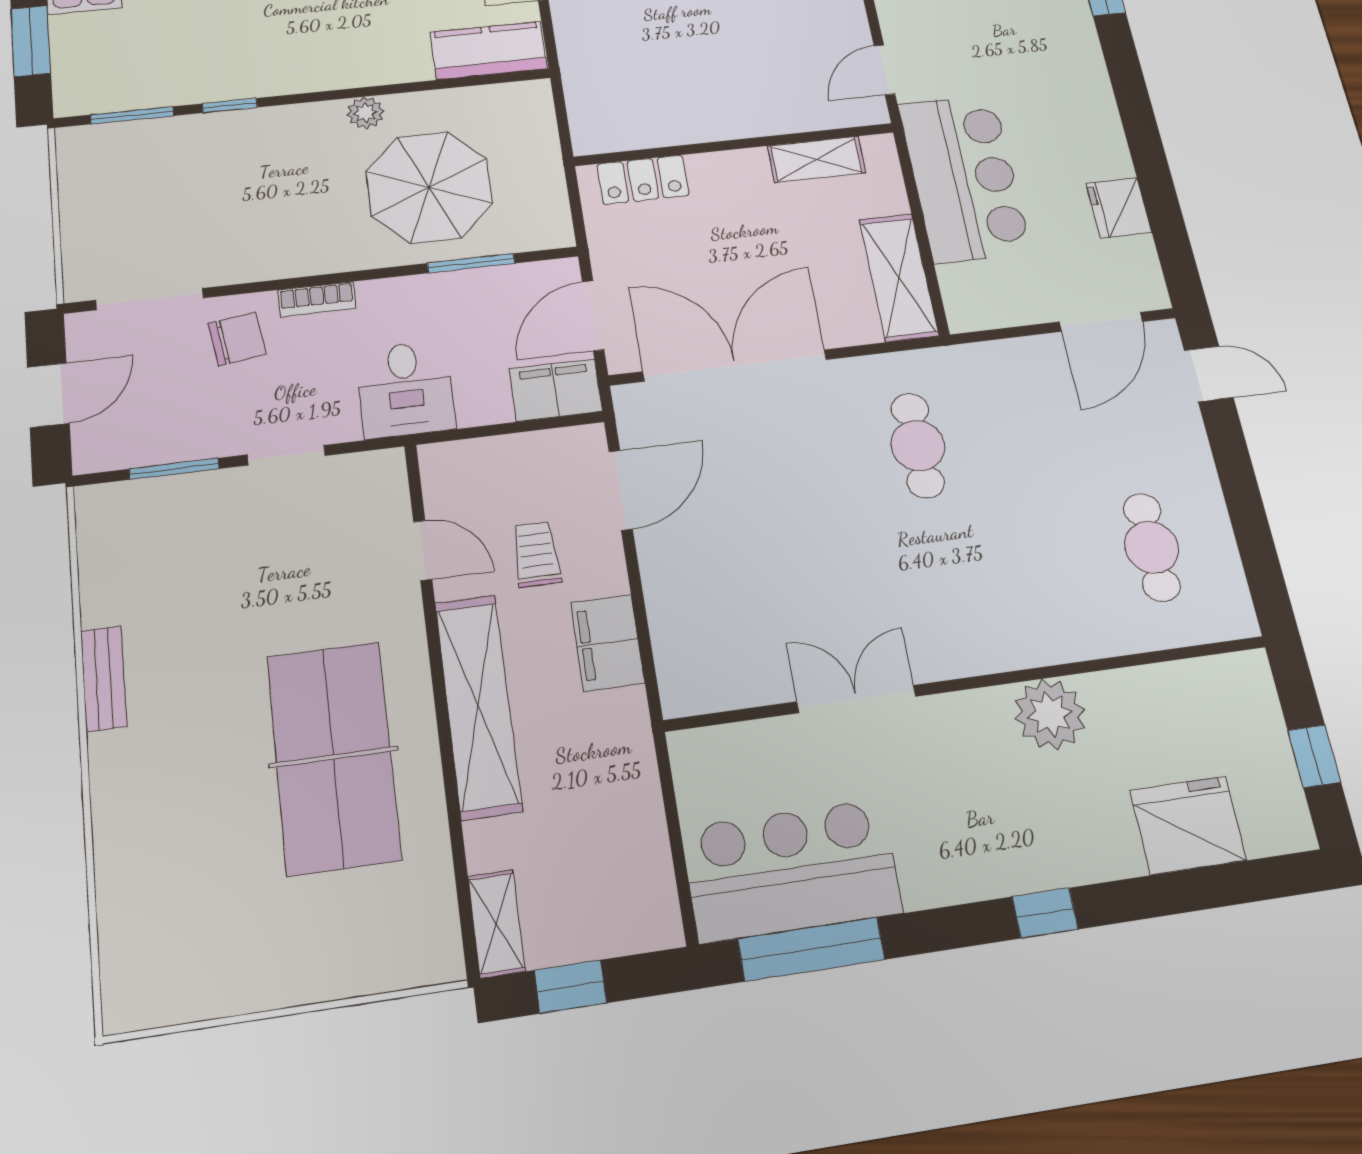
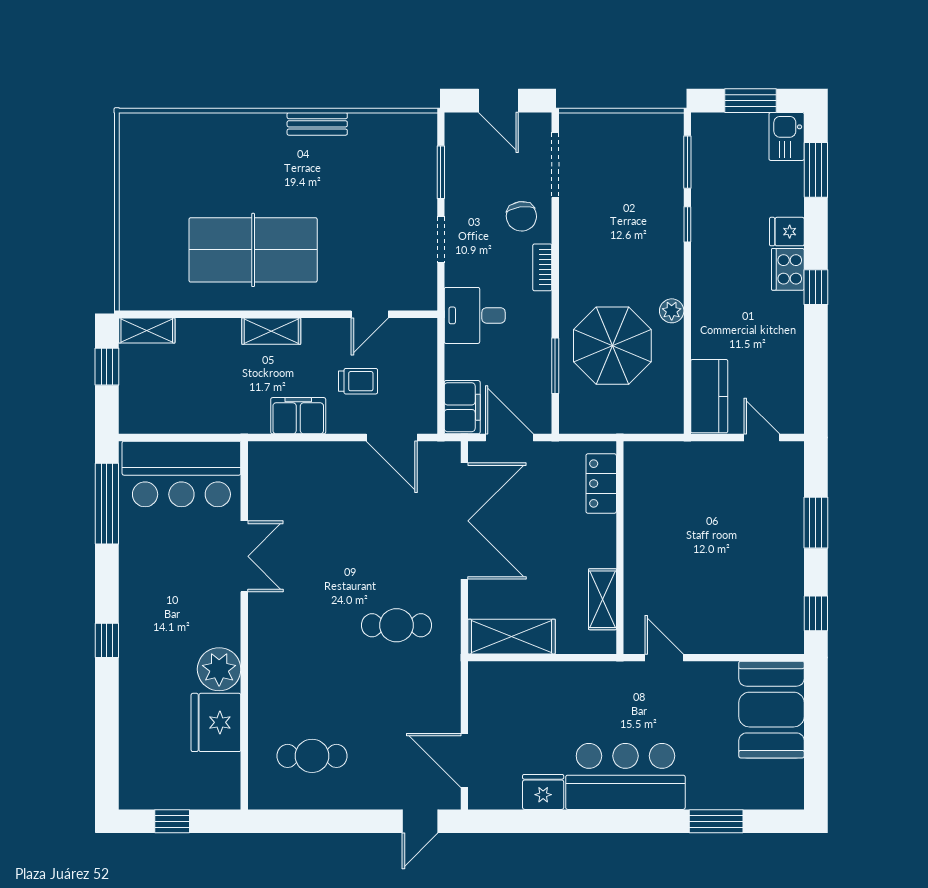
bar counter: (964, 178) -> (625, 776), moved, turned 180
shelving: (478, 706) -> (271, 331), width x0.45, depth x0.75
fridge: (1188, 825) -> (216, 722), moved, turned 180
bar counter: (791, 870) -> (181, 474), moved, turned 90

